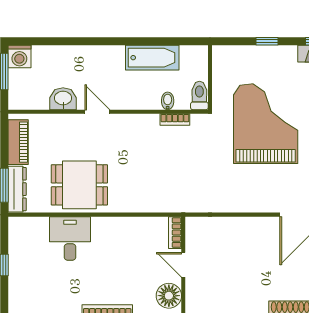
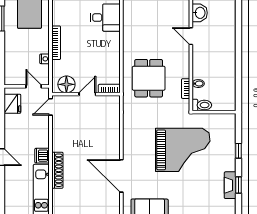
bathtub: (152, 58) -> (227, 73), removed
door: (97, 112) -> (191, 36), swing flipped
dining table: (79, 185) -> (149, 78), moved

